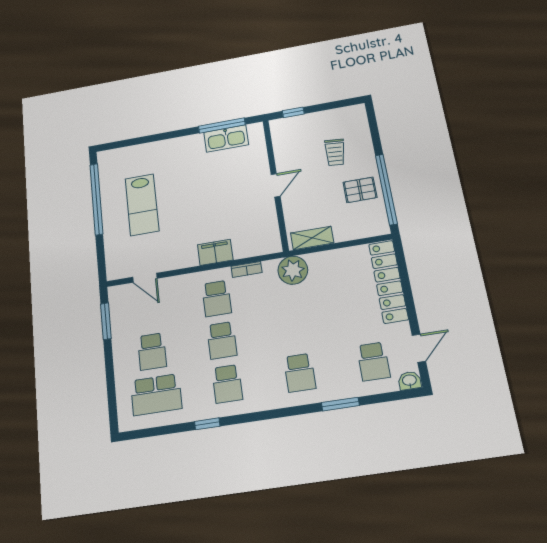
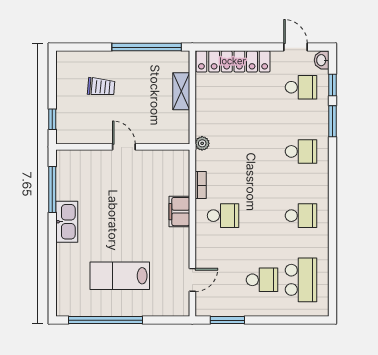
kitchen sink: (226, 138) -> (67, 222), moved
pallet: (360, 190) -> (143, 71), removed
lab bench: (142, 205) -> (120, 276), turned 180
shelving: (312, 238) -> (181, 91), moved
plant: (293, 270) -> (202, 143), width x0.53, depth x0.53
school desk: (222, 340) -> (262, 216), removed
window: (207, 424) -> (333, 85), moved

